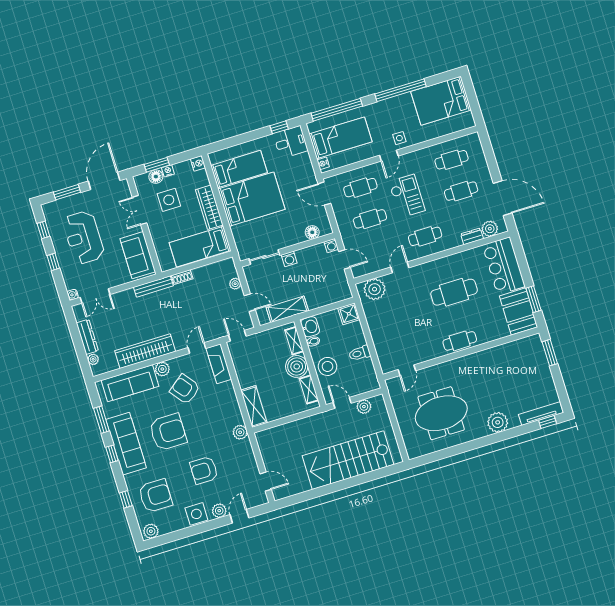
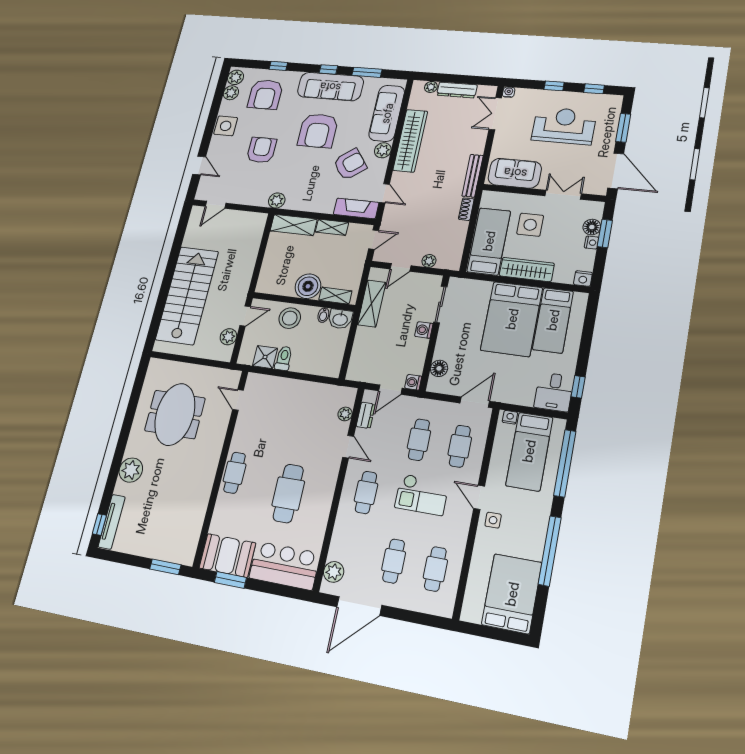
side table: (169, 200) -> (530, 225), moved
dresser: (472, 236) -> (366, 415), moved
plant: (375, 289) -> (345, 414), width x0.53, depth x0.53
shower: (349, 314) -> (265, 357), moved
shelving: (309, 390) -> (332, 227), moved
plant: (219, 511) -> (231, 93), moved

